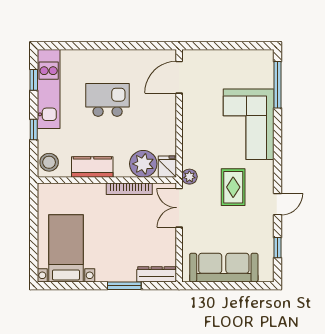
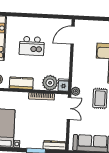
kitchen island: (108, 100) -> (32, 46), turned 180
double door: (179, 208) -> (69, 108), swing flipped

